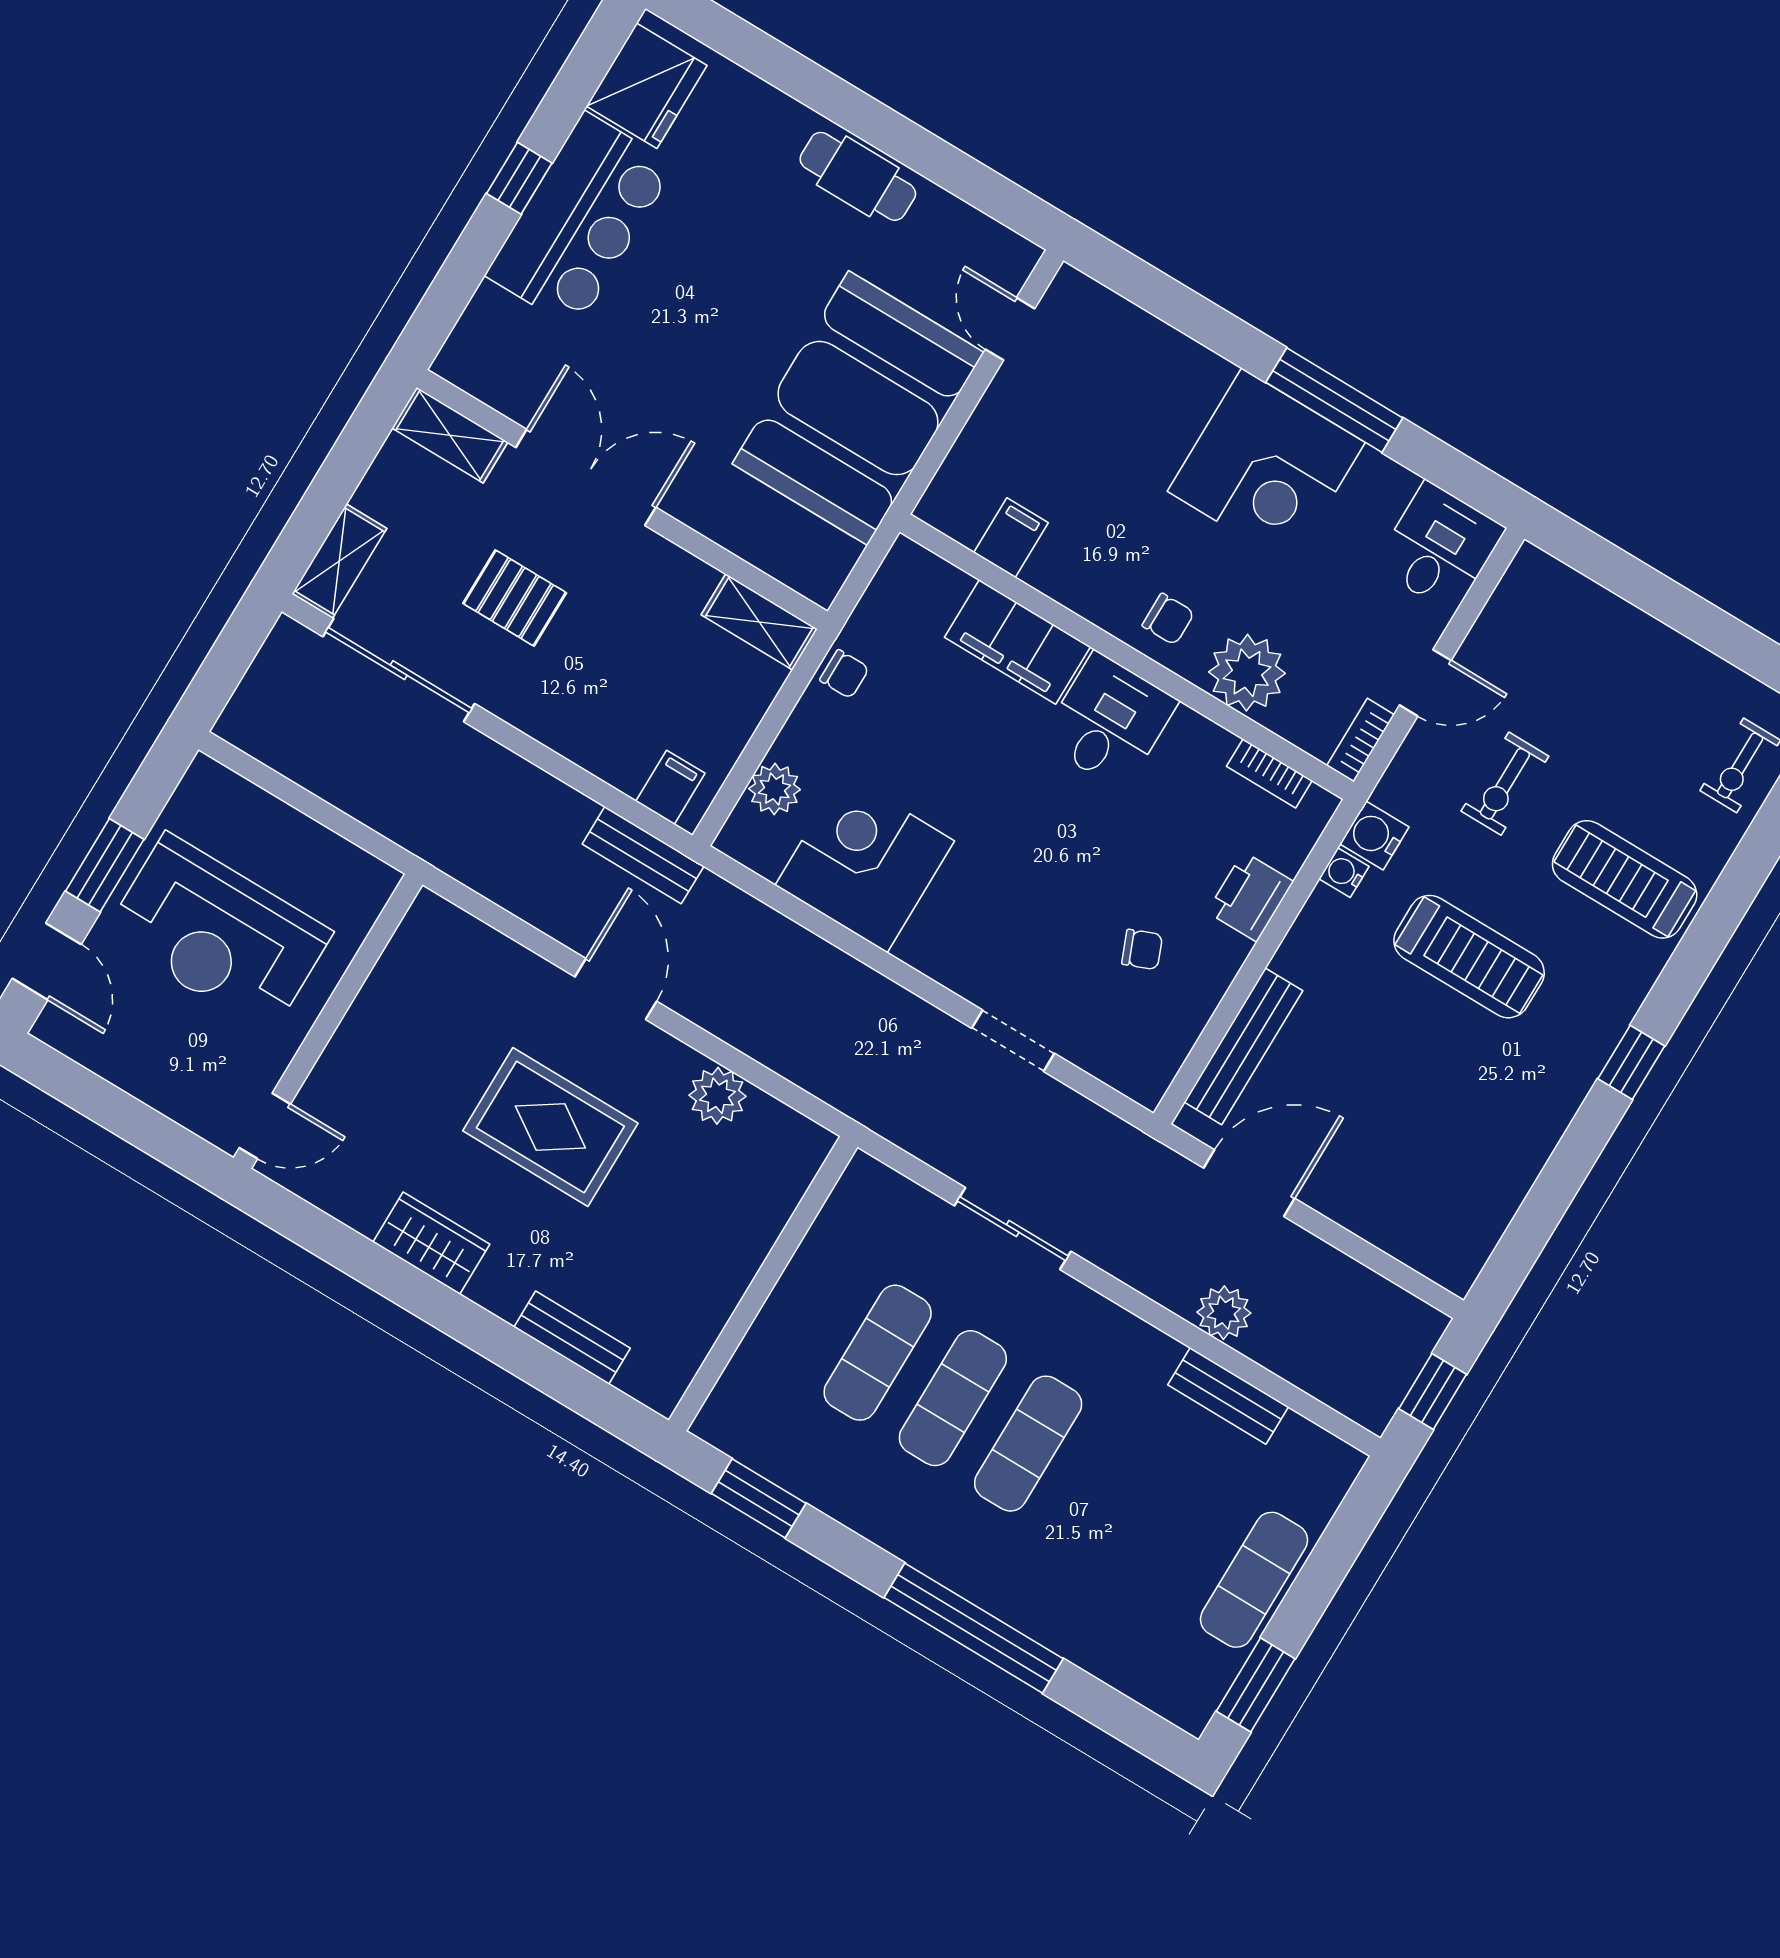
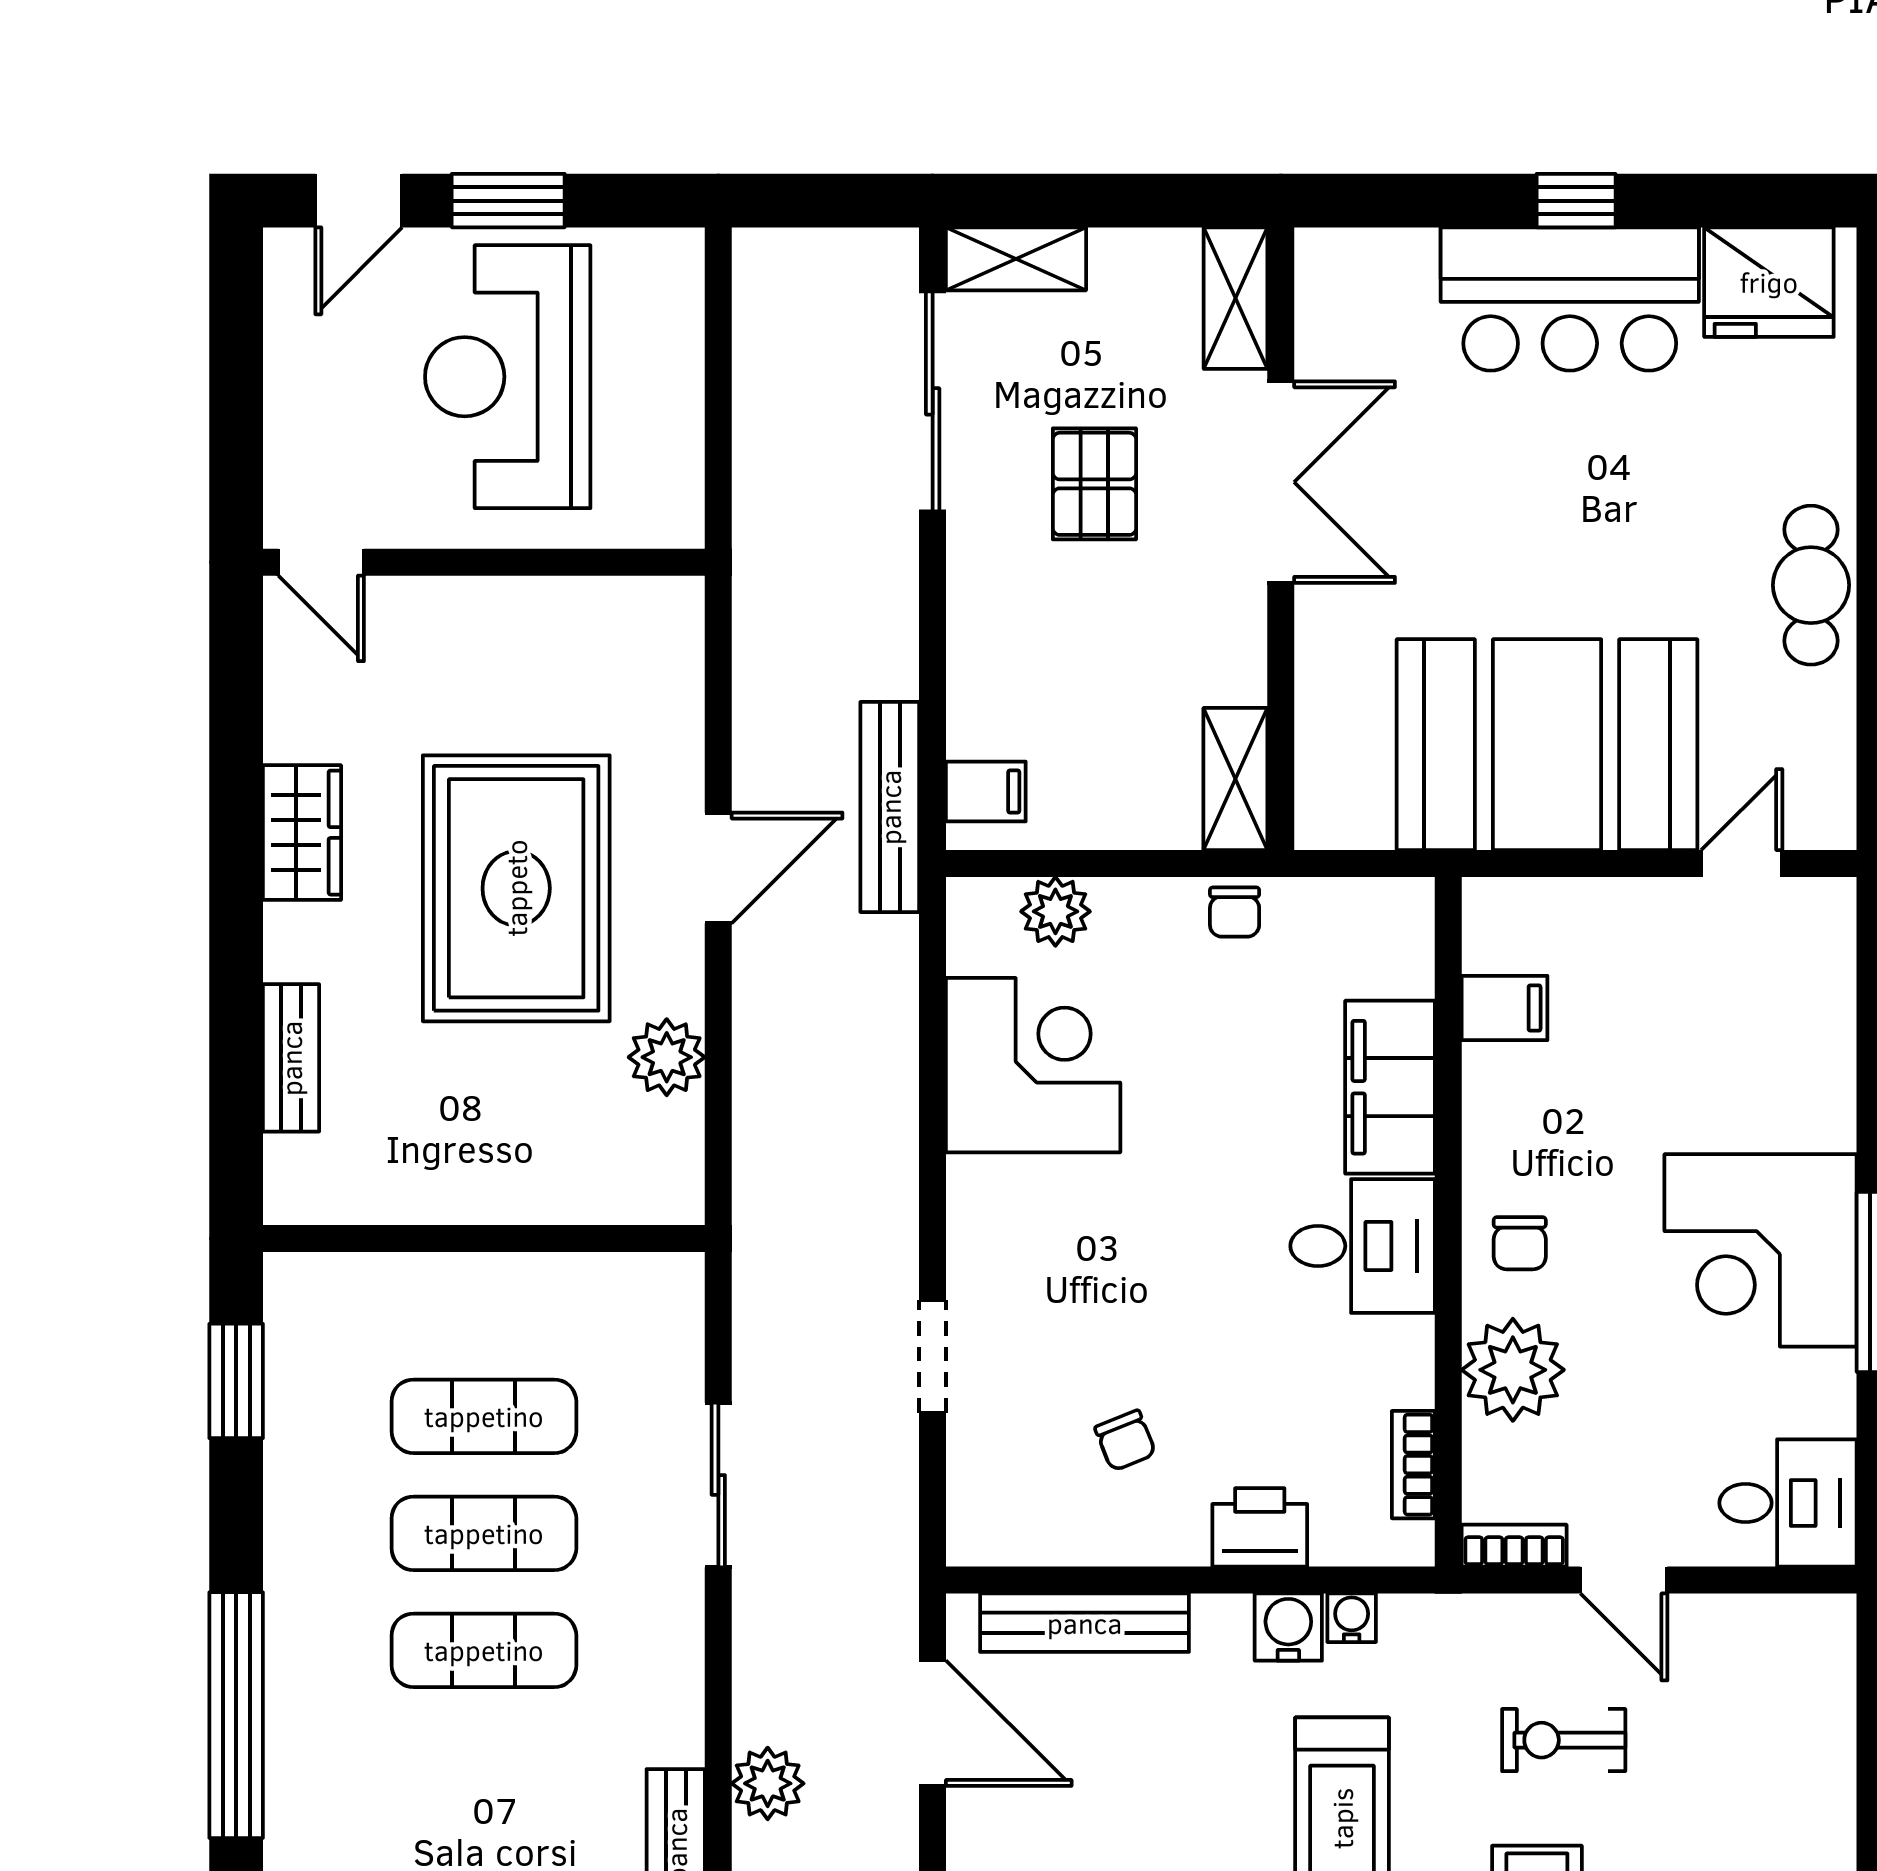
water cooler: (1374, 835) -> (1288, 1627), moved
bench: (643, 855) -> (890, 807), width x1.36
rug: (550, 1127) -> (516, 888), width x1.37, depth x1.44

